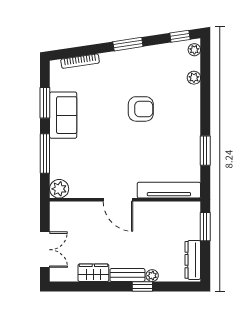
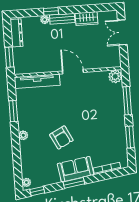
plant: (194, 78) -> (23, 135), moved
armchair: (141, 109) -> (61, 137), turned -117
sofa: (63, 115) -> (76, 169), moved, turned 81

